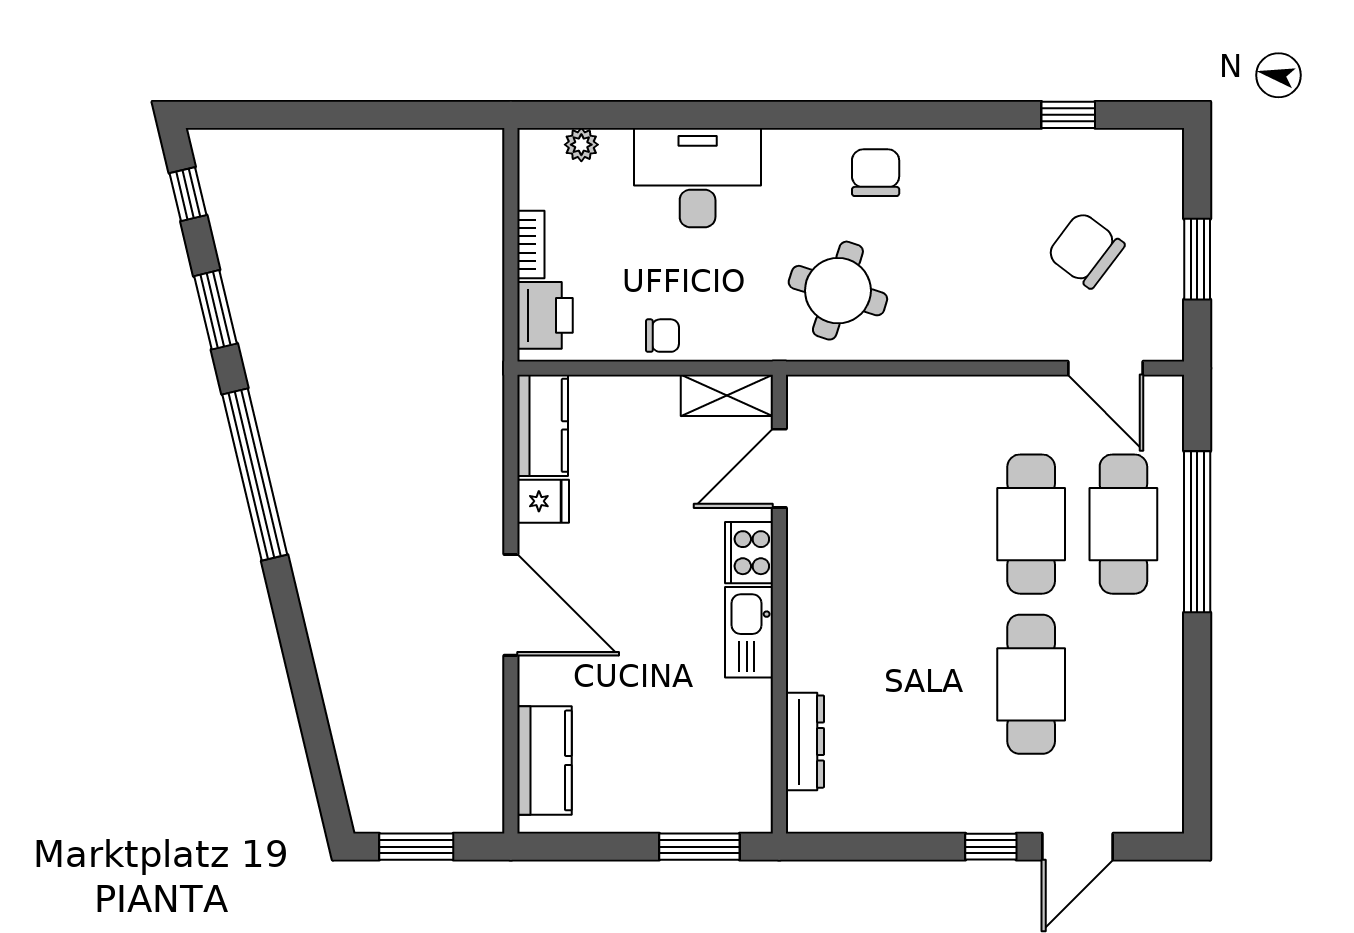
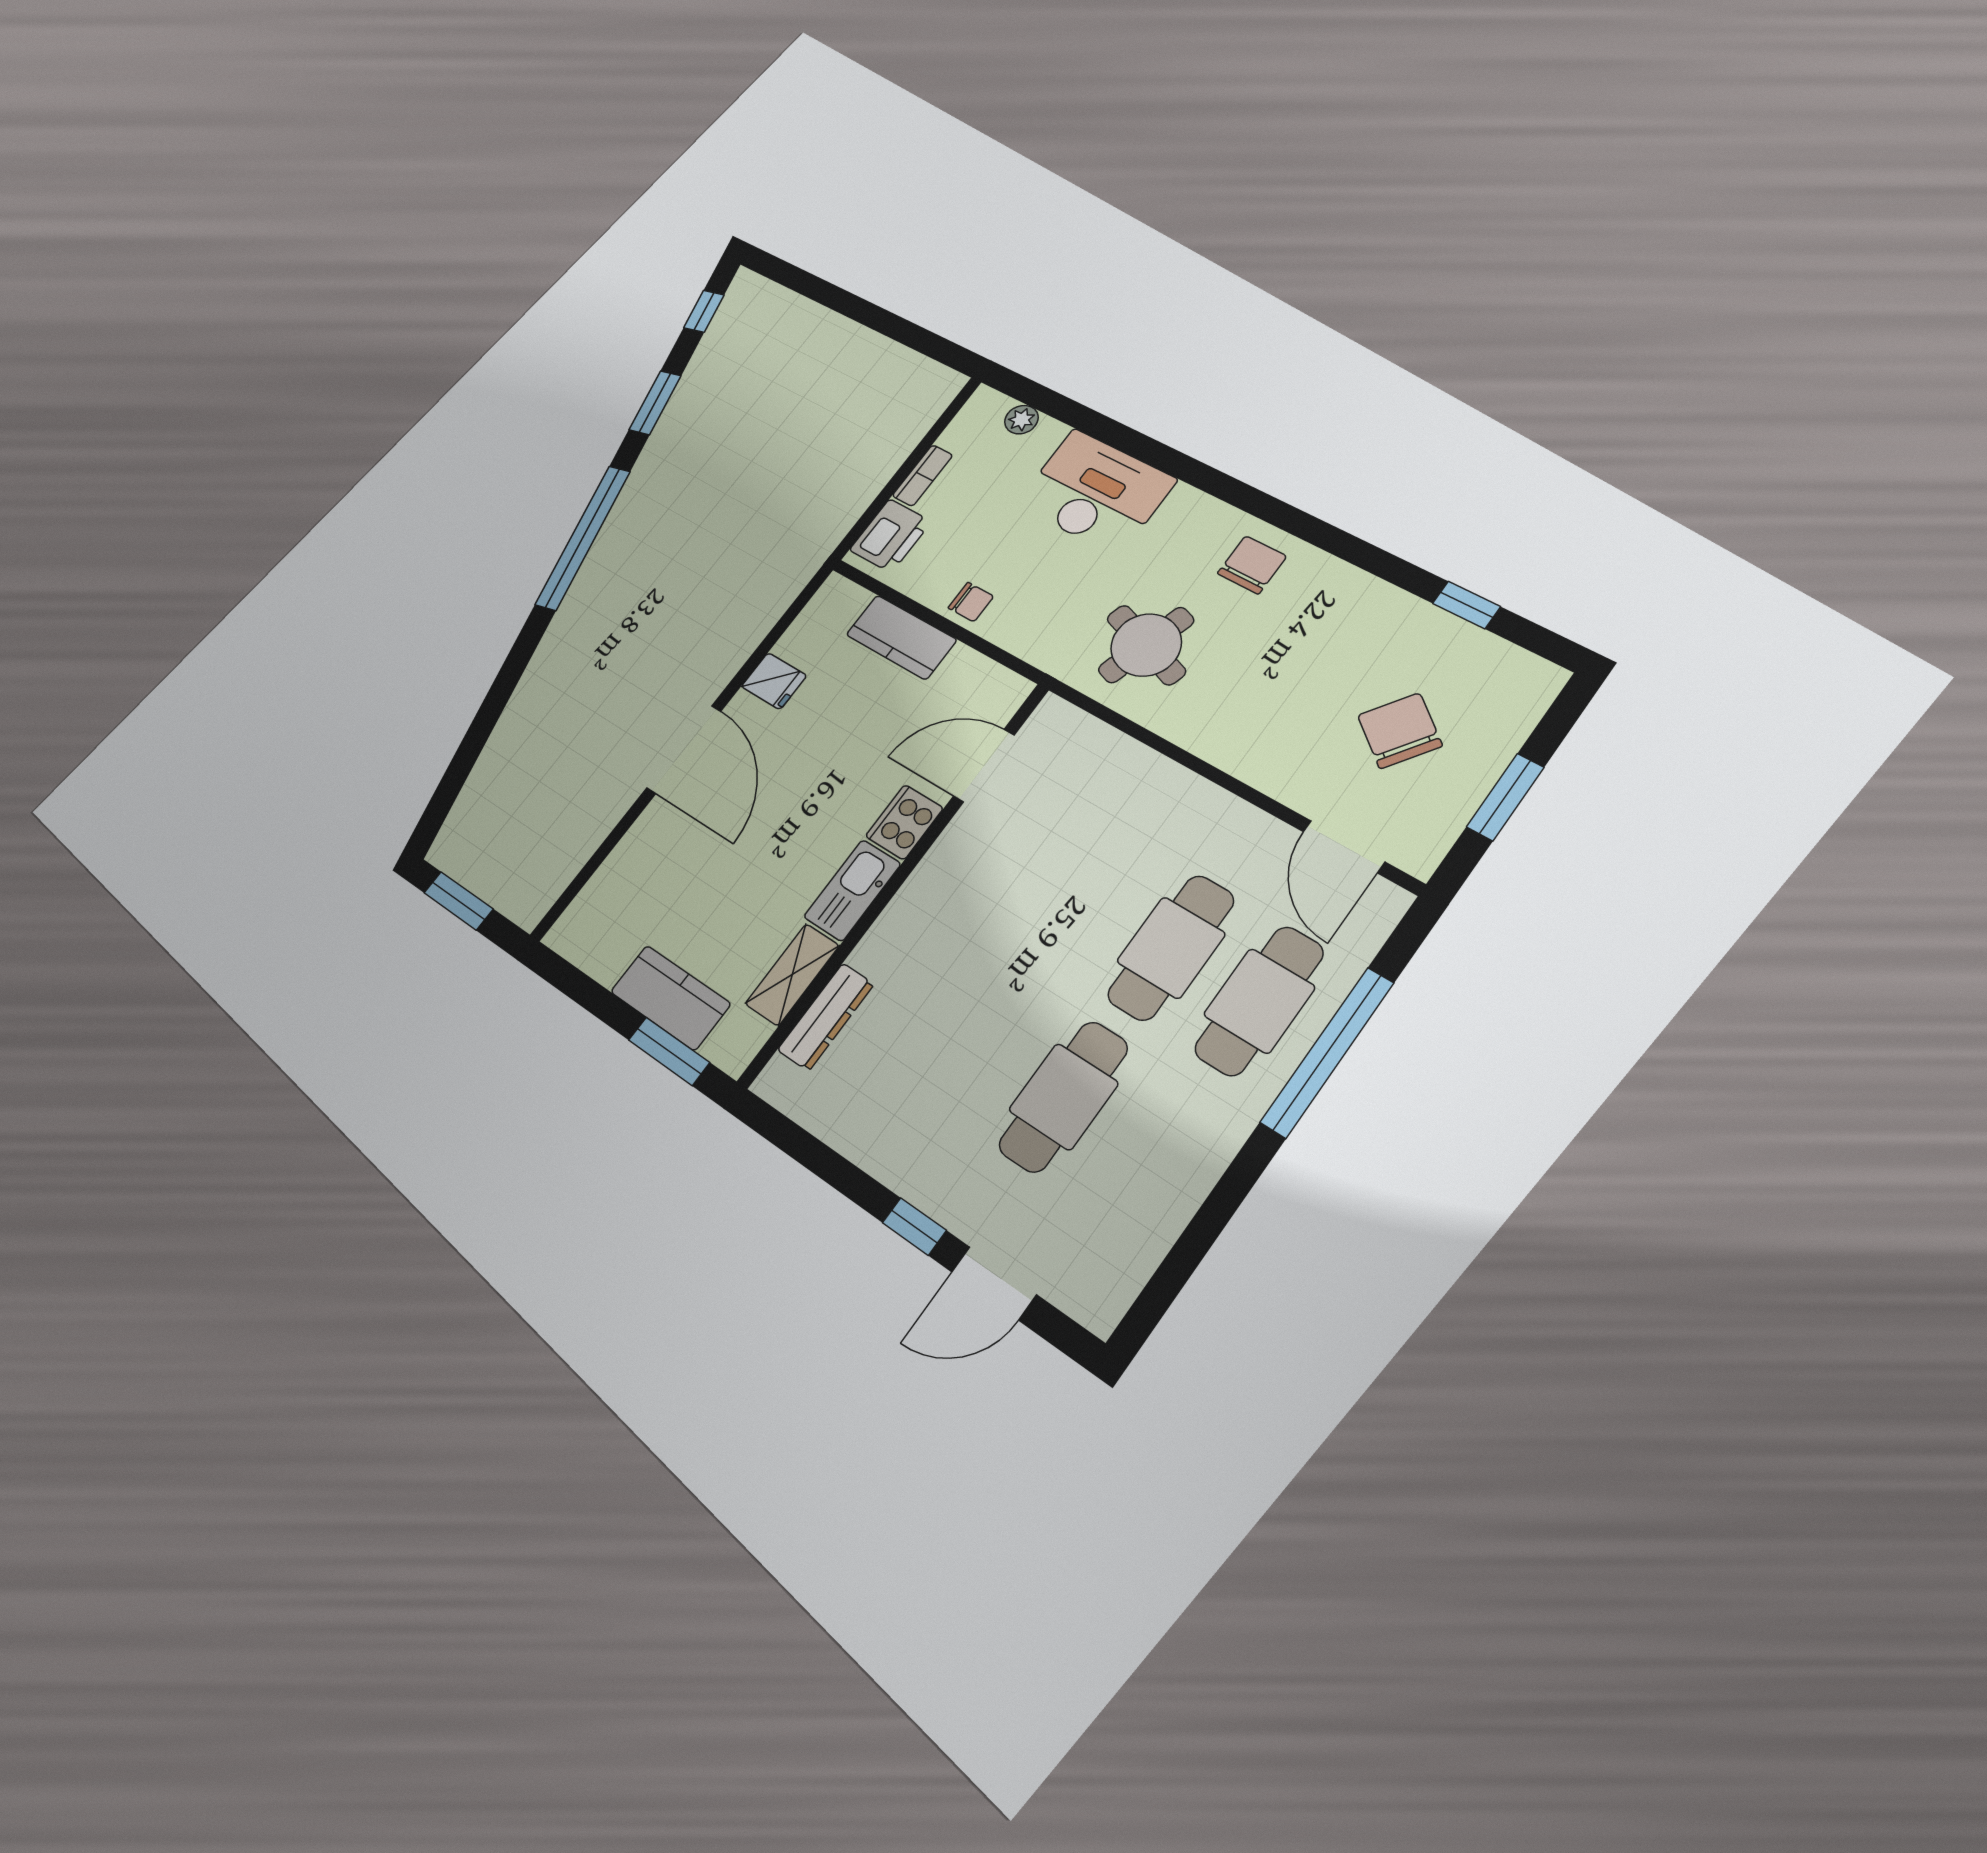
shelving: (727, 395) -> (792, 975), moved, turned 90
kitchen counter: (543, 425) -> (901, 637), moved, turned 90
kitchen counter: (544, 760) -> (670, 998), moved, turned -90

